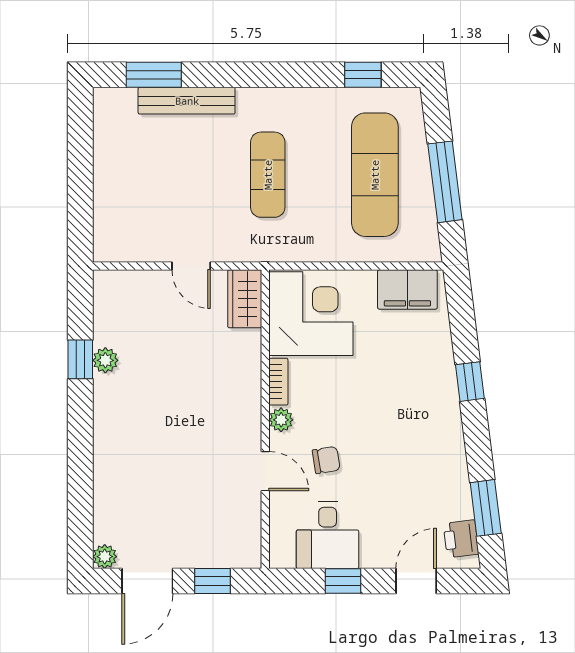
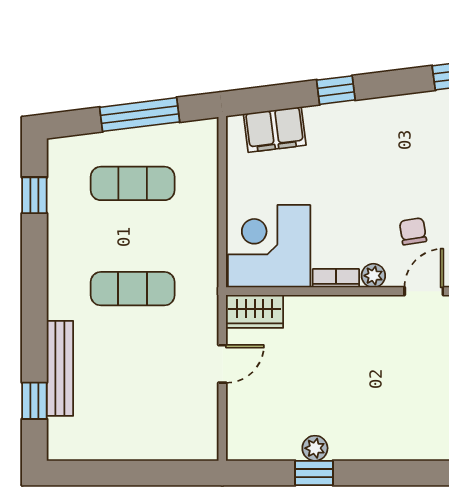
window: (154, 75) -> (34, 401), width x0.67
exercise mat: (375, 175) -> (133, 183), width x0.73, depth x0.69
filing cabinet: (407, 289) -> (275, 130), moved, turned 83

